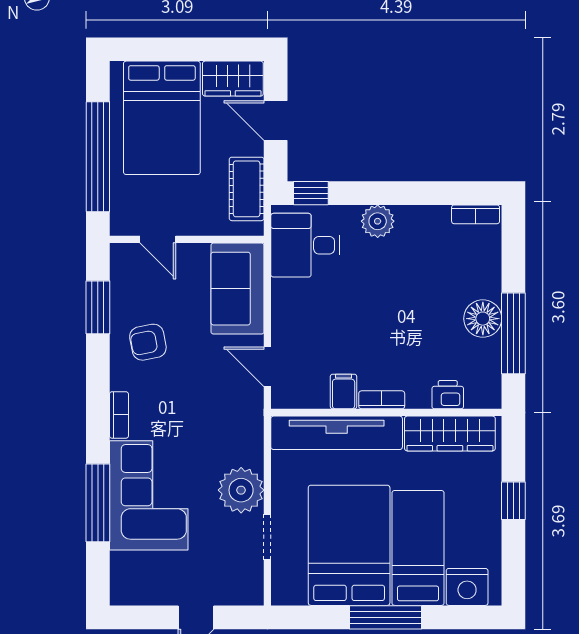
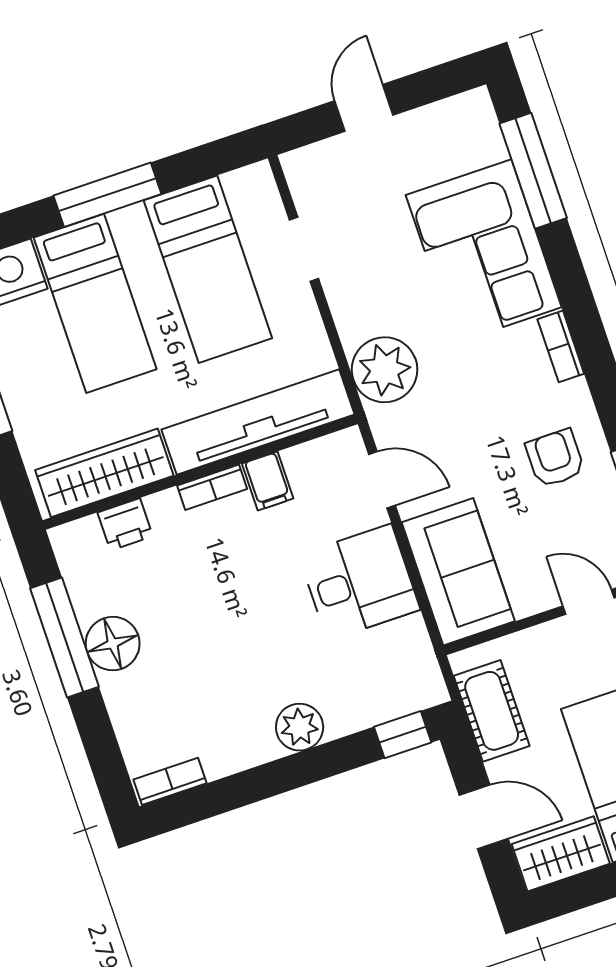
desk: (305, 245) -> (359, 582), moved
armchair: (148, 342) -> (555, 458), turned -79
plant: (241, 490) -> (385, 370), moved
window: (98, 503) -> (533, 171), moved
bed: (349, 545) -> (208, 269), width x0.67

